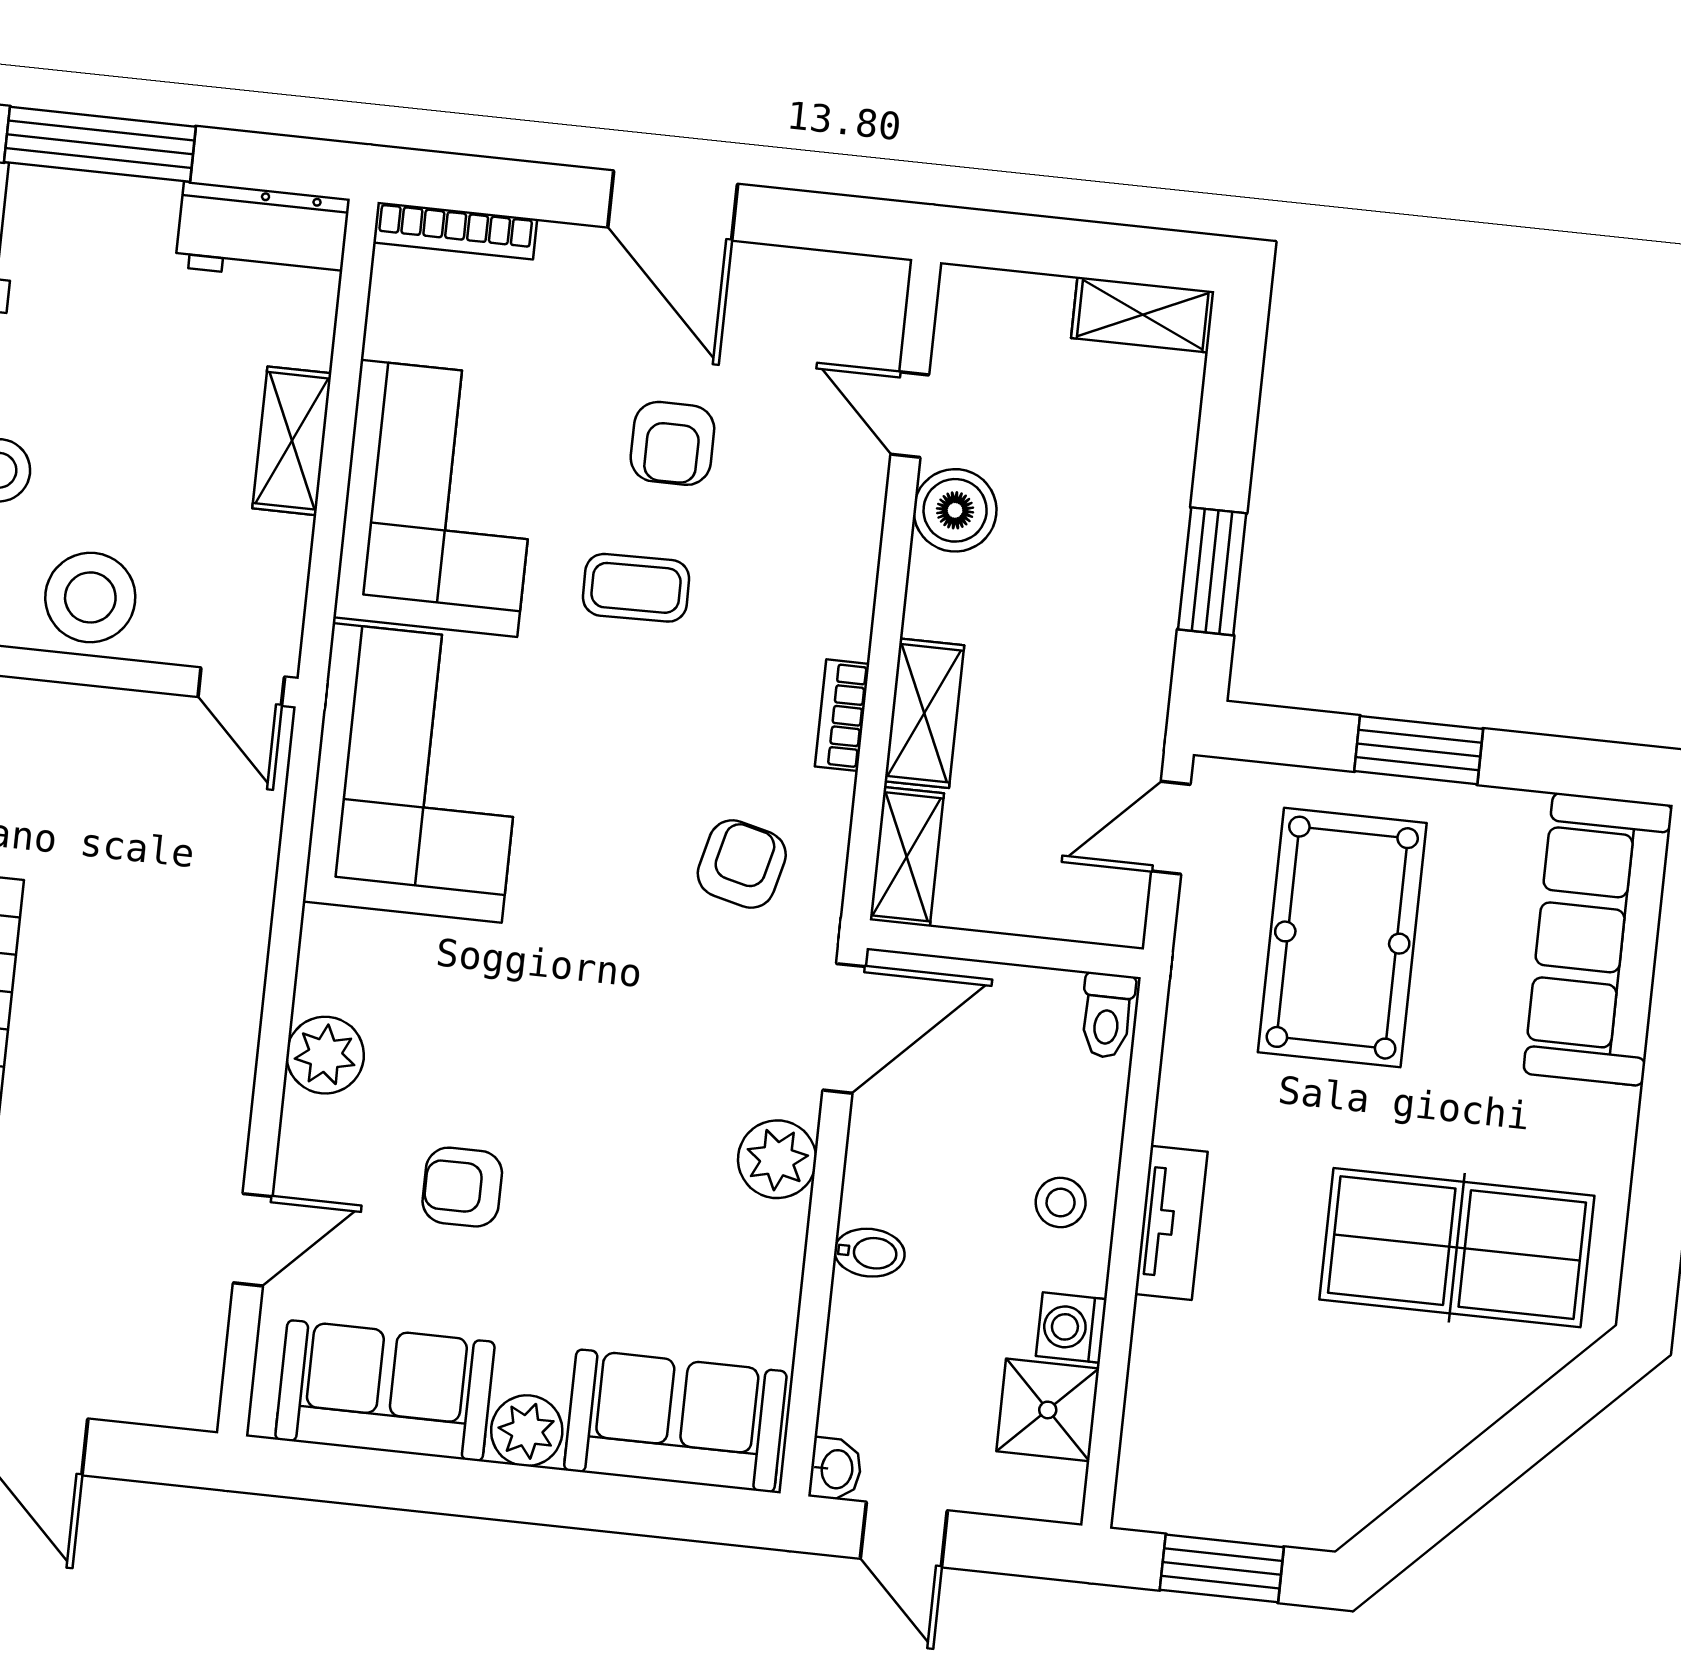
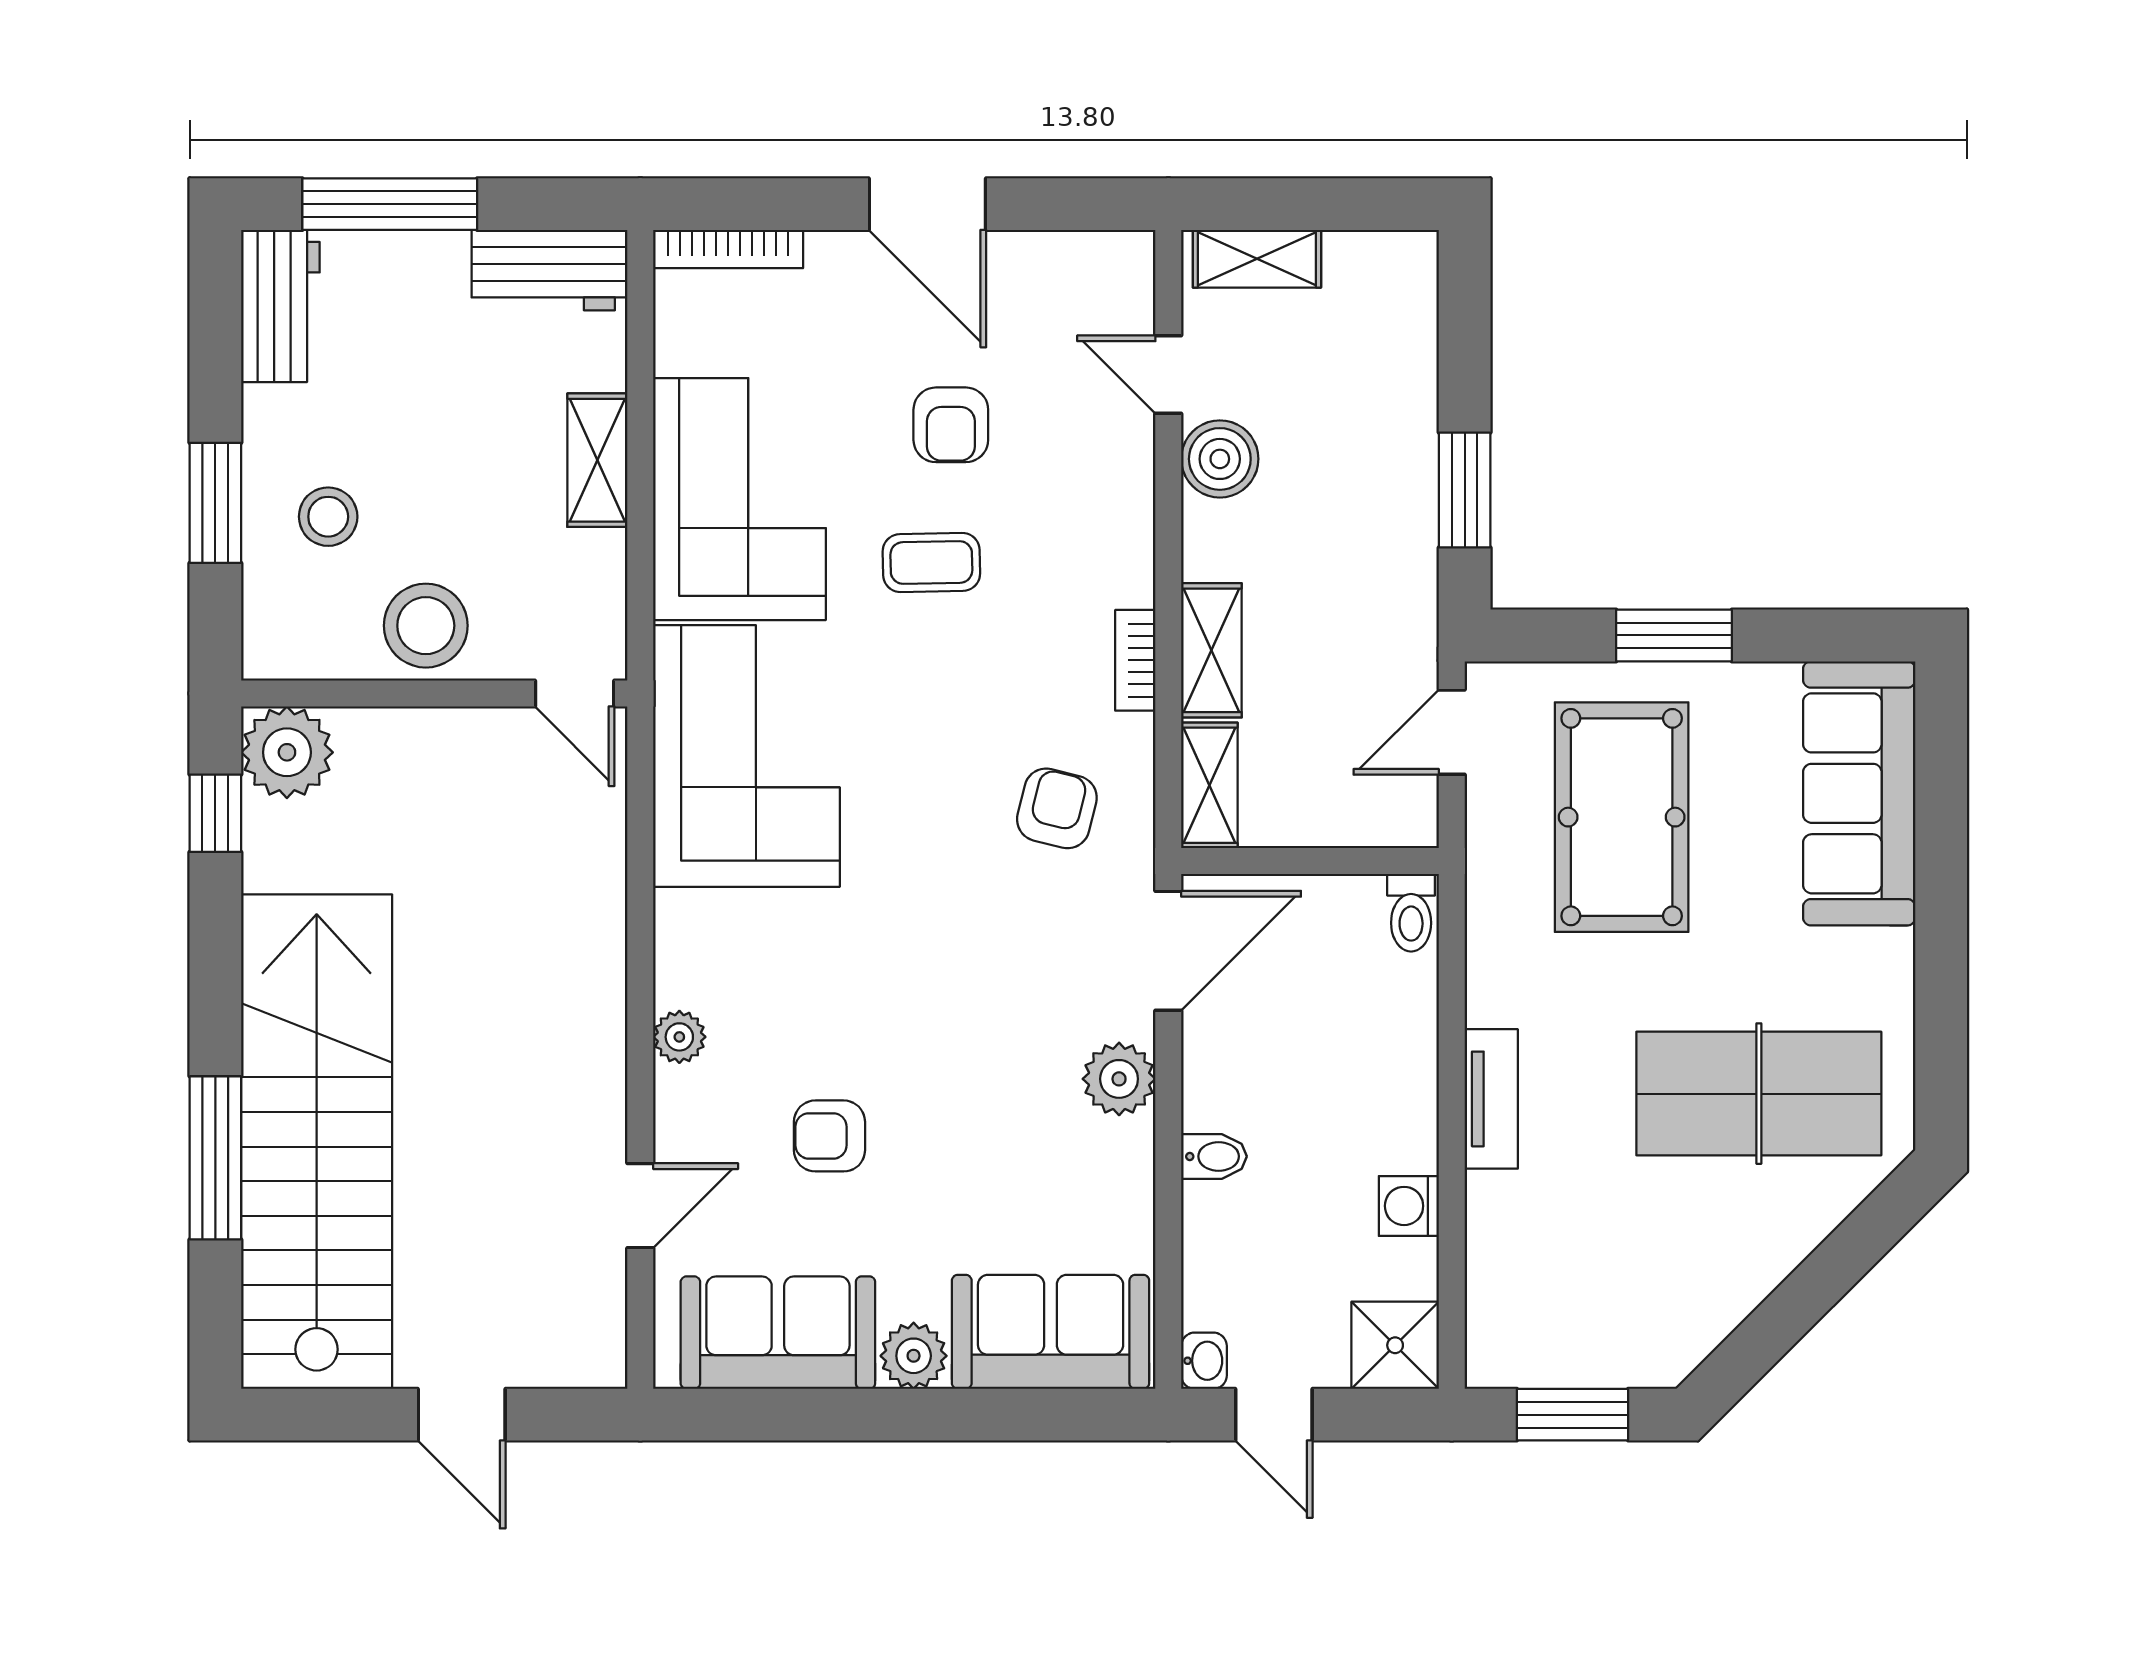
shelving: (1143, 315) -> (1257, 259), moved
plant: (325, 1055) -> (679, 1037), width x0.73, depth x0.73
stool: (1061, 1203) -> (1386, 1091), removed
shower: (1048, 1410) -> (1395, 1345), moved

